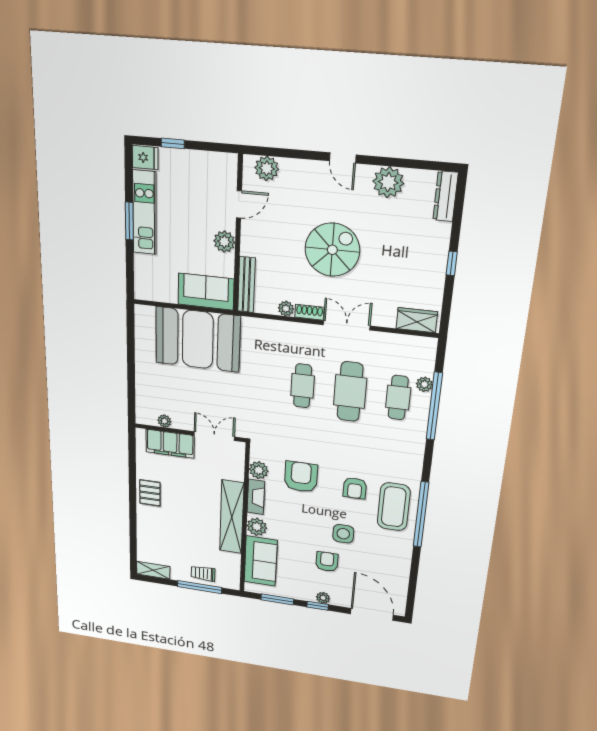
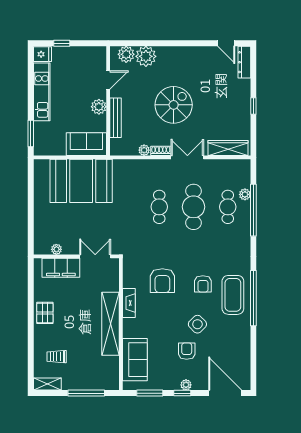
door: (343, 158) -> (226, 43), moved
plant: (388, 182) -> (146, 56), moved
window: (129, 221) -> (31, 134), moved
bench: (246, 285) -> (115, 118), moved
wardrobe: (417, 320) -> (228, 148), width x1.50
plant: (259, 470) -> (130, 280), removed
armchair: (301, 477) -> (162, 281), turned 180
plant: (257, 527) -> (131, 329), removed
side table: (343, 534) -> (197, 324), turned 45
trolley: (203, 573) -> (57, 357), moved

